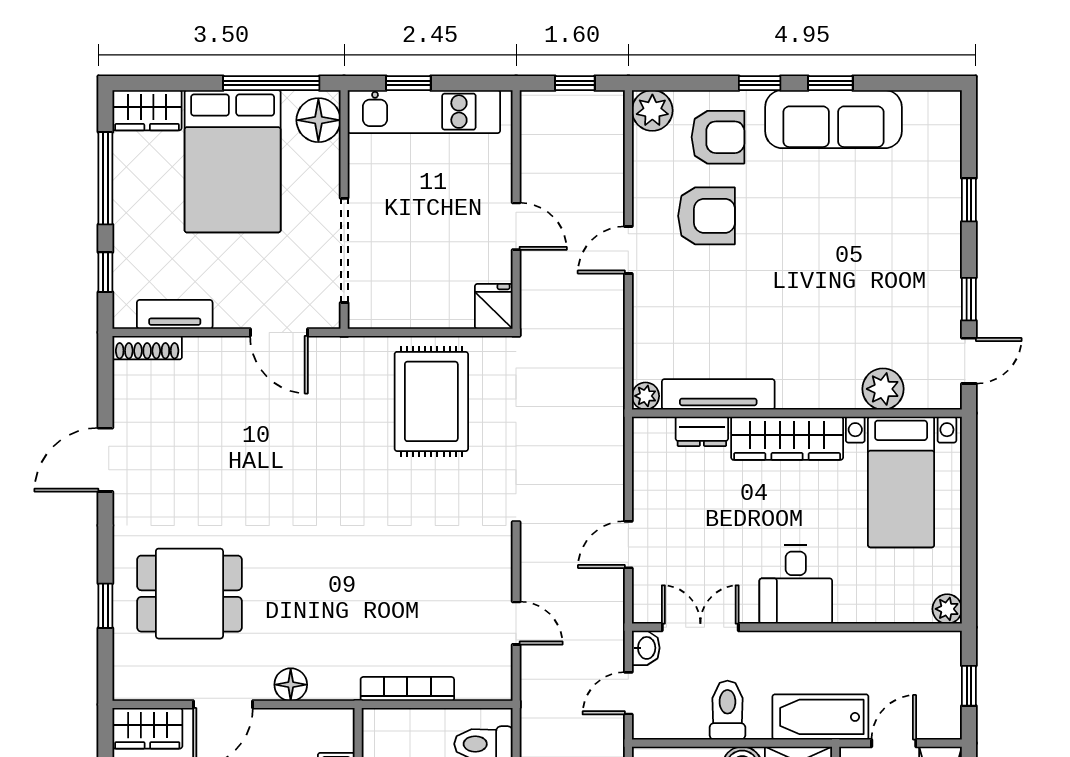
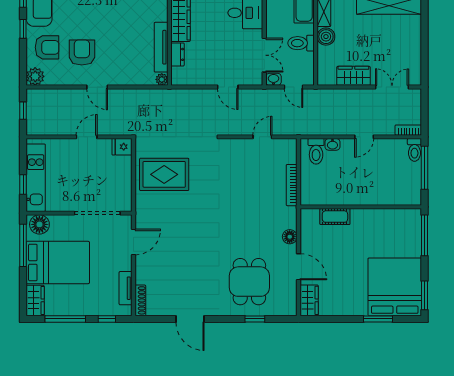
armchair: (718, 137) -> (47, 47), turned 90
double door: (700, 627) -> (264, 55), swing flipped

